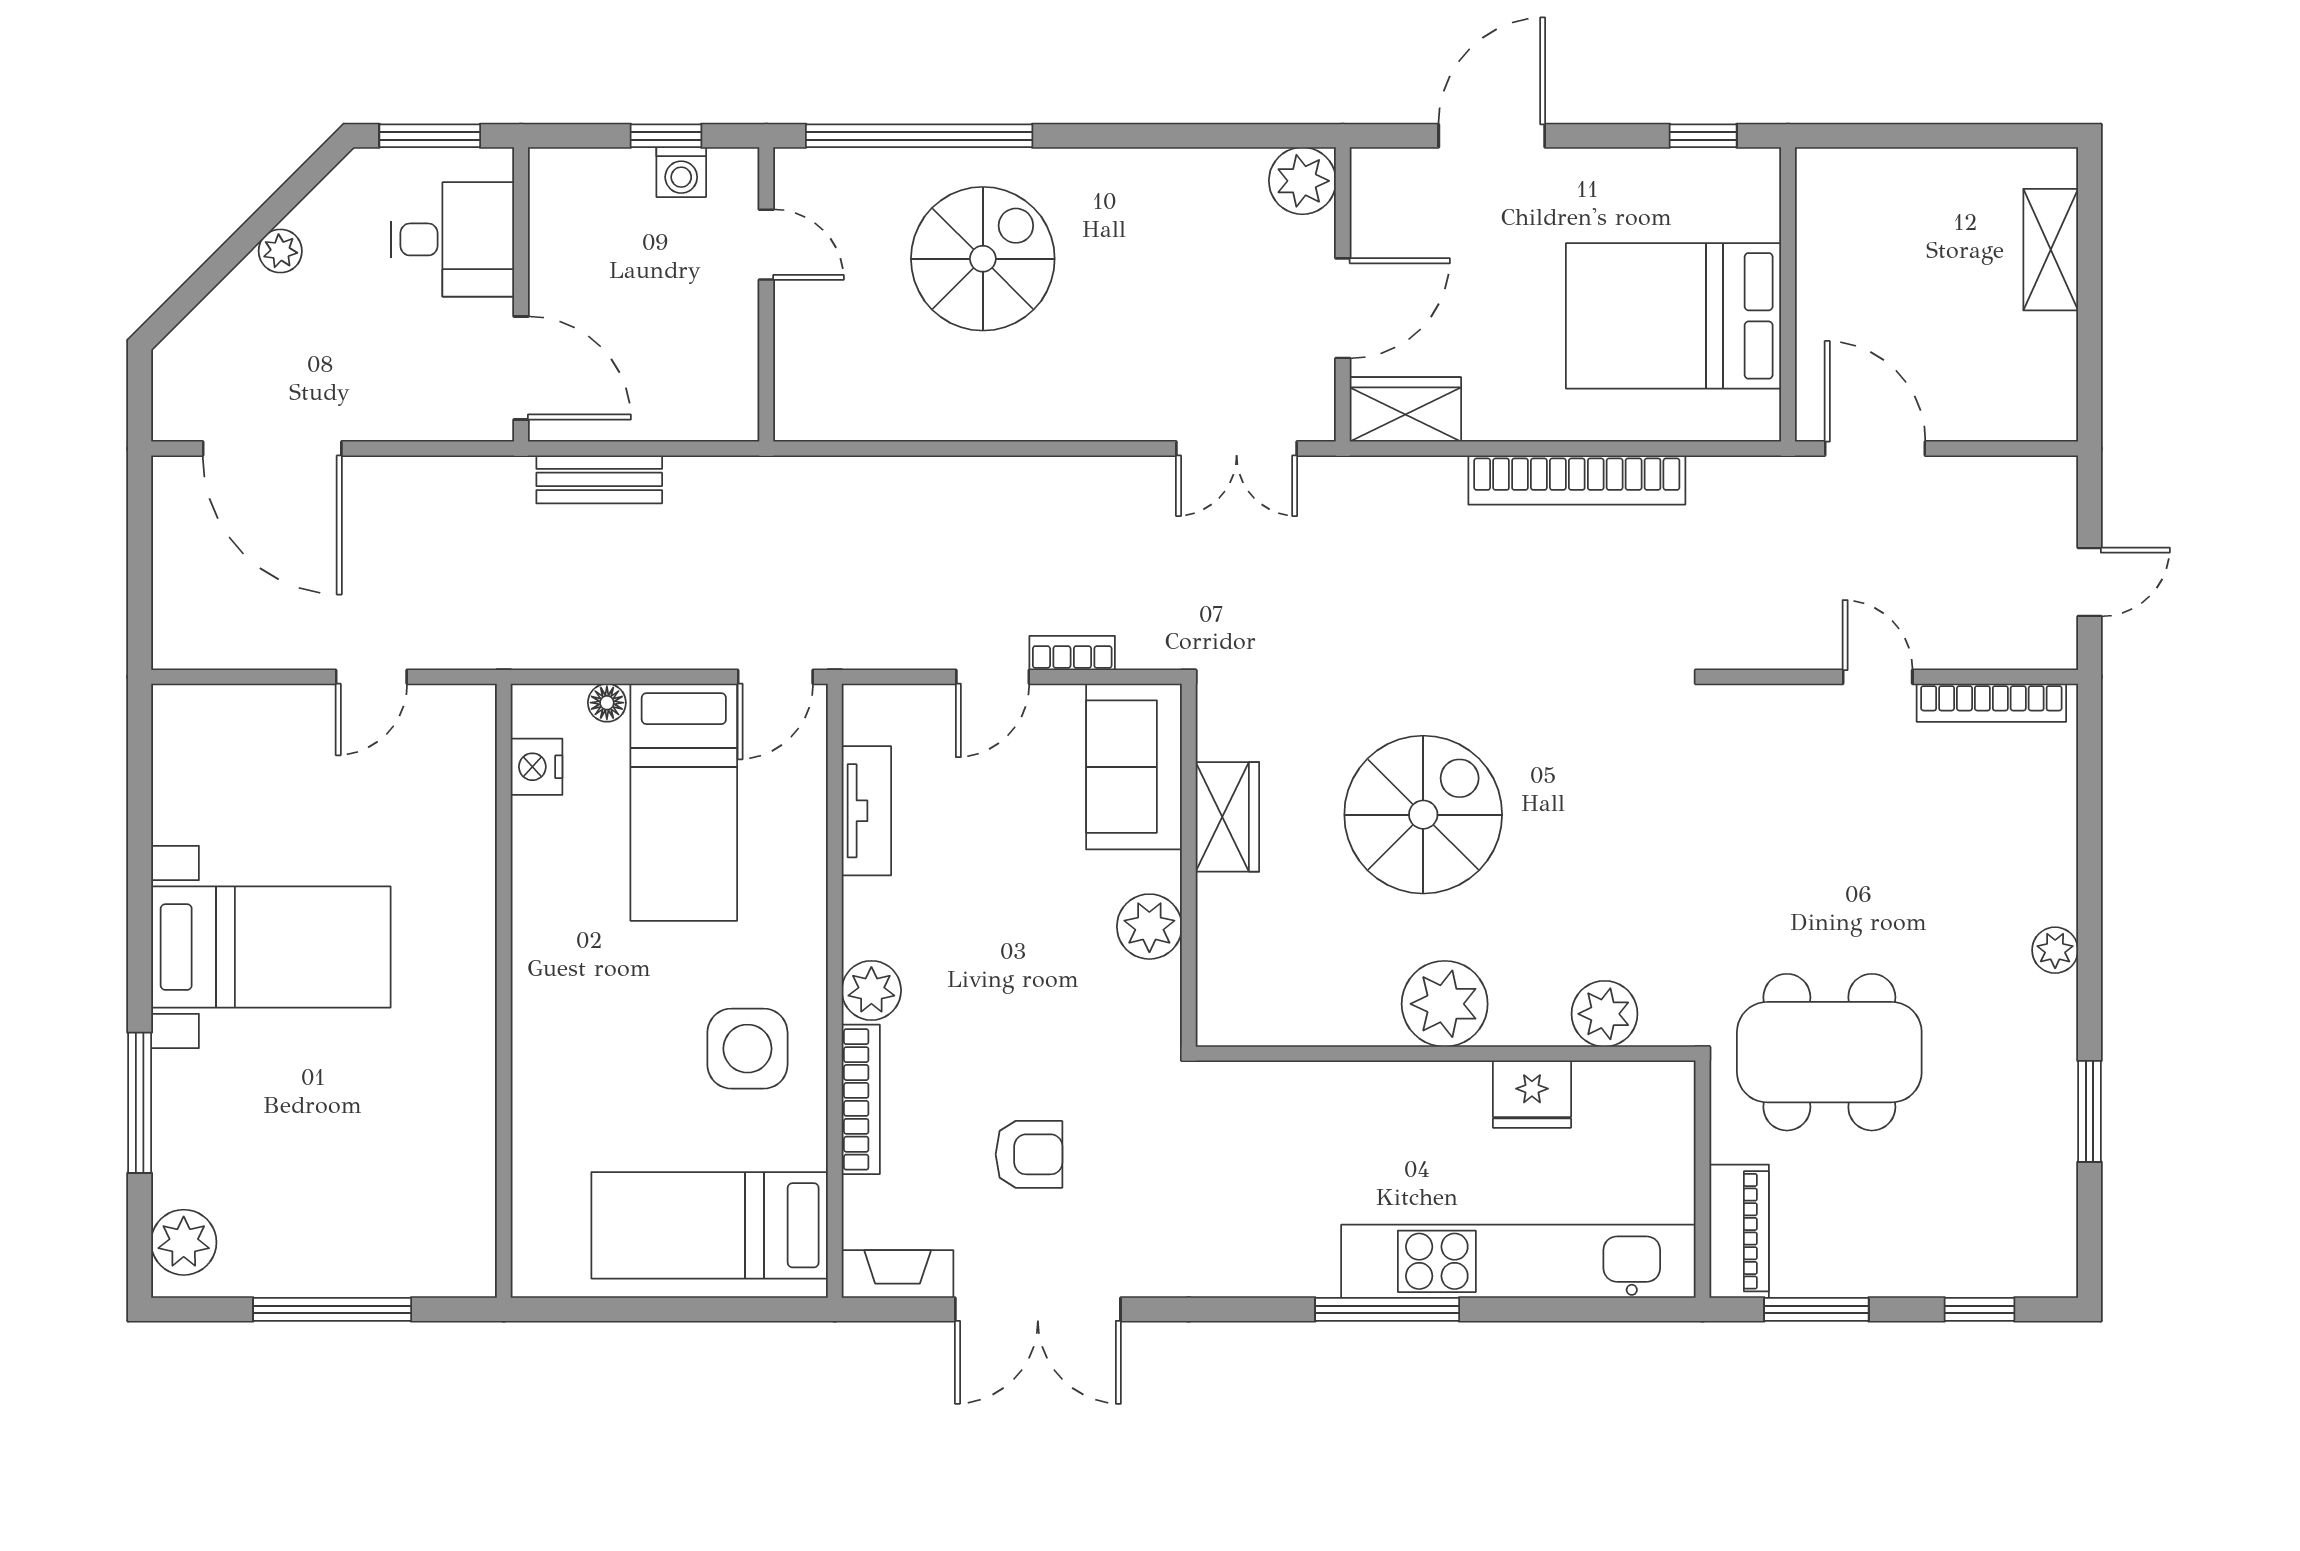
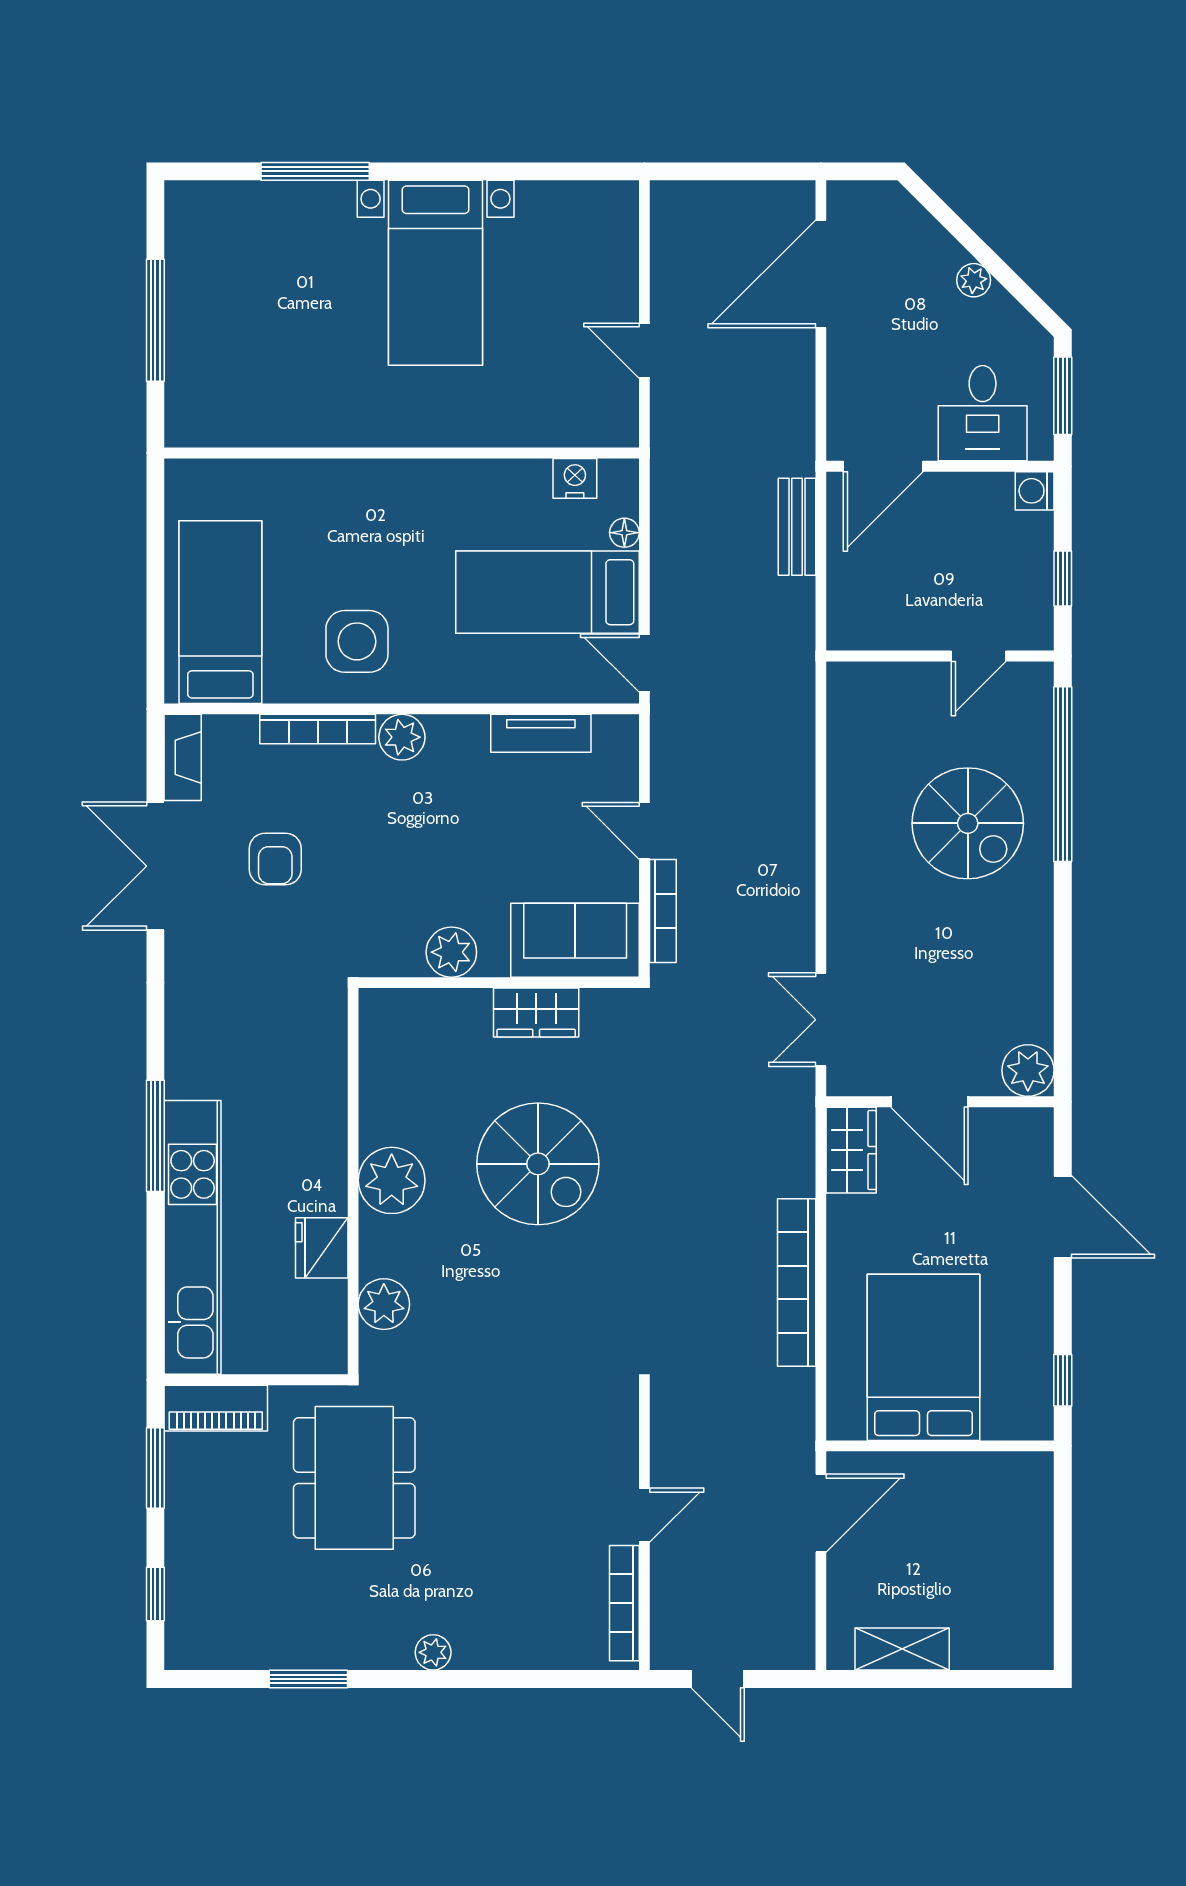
washing machine: (681, 172) -> (1035, 491), moved
shelving: (2051, 250) -> (902, 1649), moved
bookcase: (1072, 653) -> (663, 911), width x1.56
plant: (184, 1242) -> (207, 206), removed

